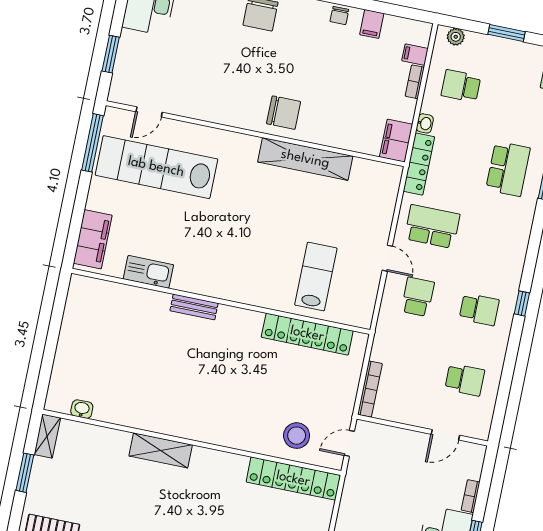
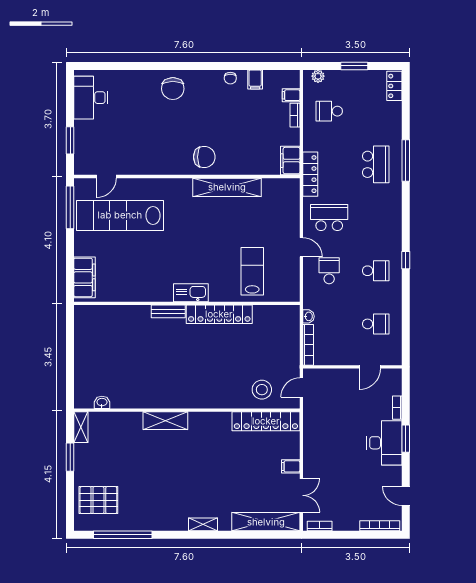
washbasin: (425, 123) -> (308, 316), moved
kitchen sink: (148, 272) -> (191, 293), moved
locker: (307, 334) -> (219, 314), moved

